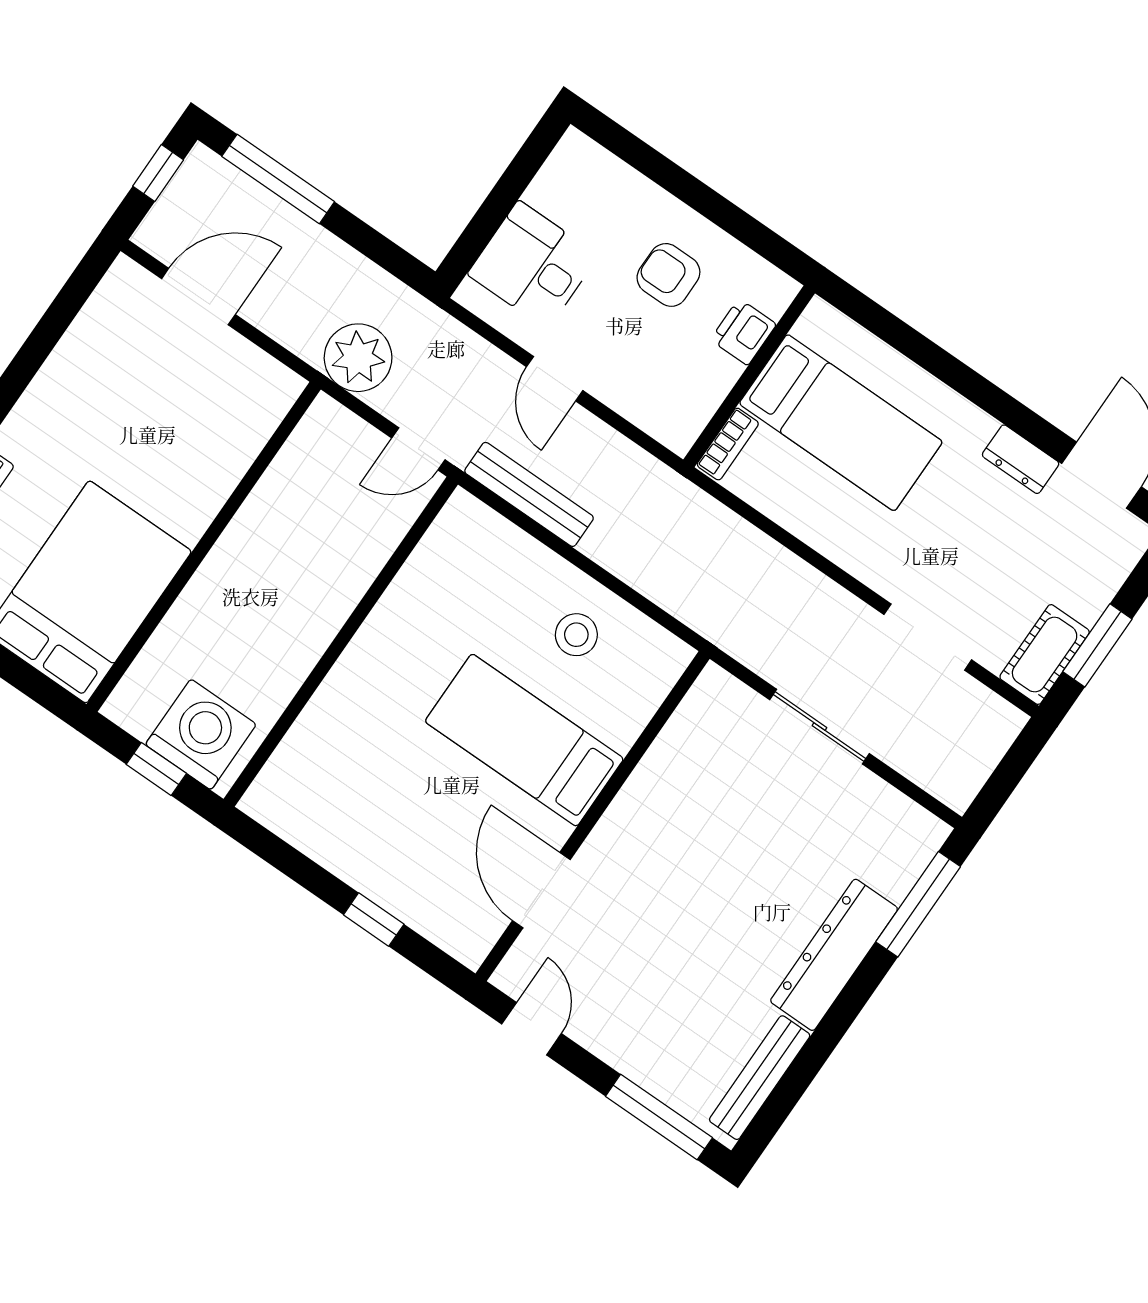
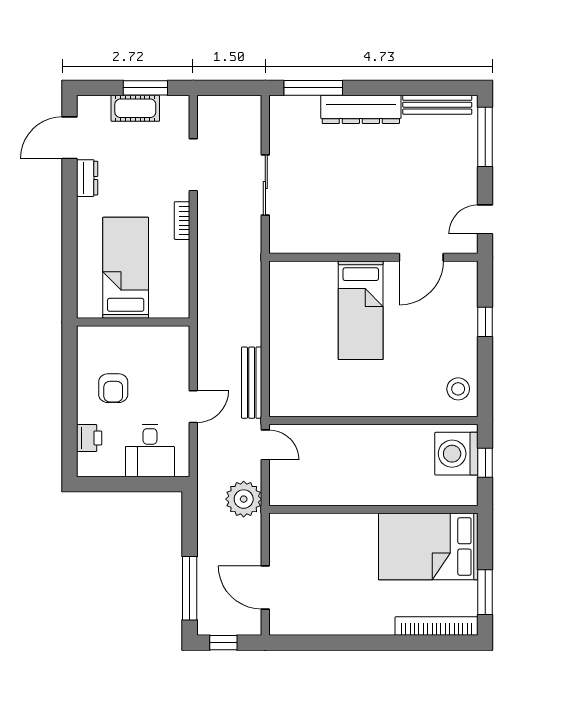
printer: (743, 332) -> (89, 438), moved, turned -90
bookcase: (728, 444) -> (182, 221), moved, turned -90
stool: (576, 635) -> (458, 389), moved
cot: (1045, 655) -> (135, 108), moved

